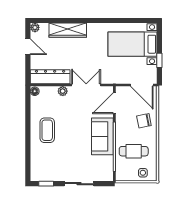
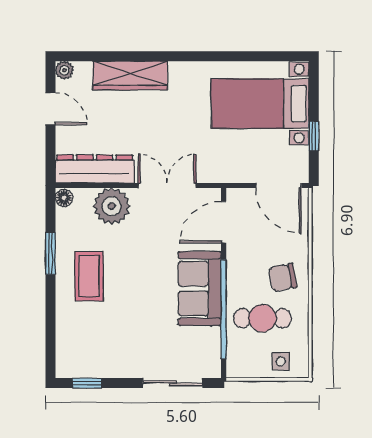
plant: (63, 91) -> (112, 206), width x1.88, depth x1.88
window: (28, 119) -> (50, 253), added
chair: (144, 121) -> (283, 277), moved
sliding door: (79, 184) -> (173, 383), moved

